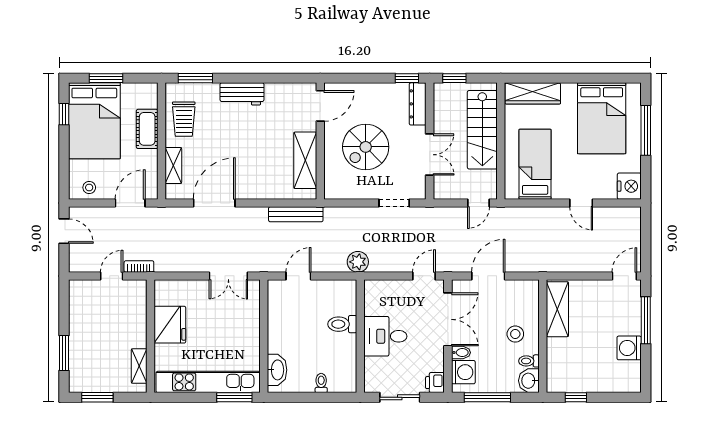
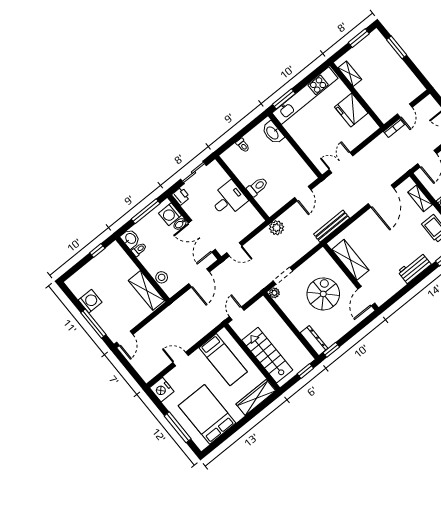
double door: (430, 155) -> (285, 318), removed
plant: (419, 192) -> (274, 293), added
door: (424, 276) -> (234, 249), hinge flipped
stool: (515, 334) -> (162, 277), moved

